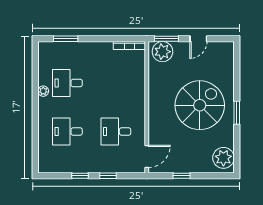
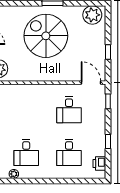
plant: (43, 91) -> (14, 174), moved
printer: (55, 166) -> (99, 163), added
window: (108, 176) -> (108, 101), moved

